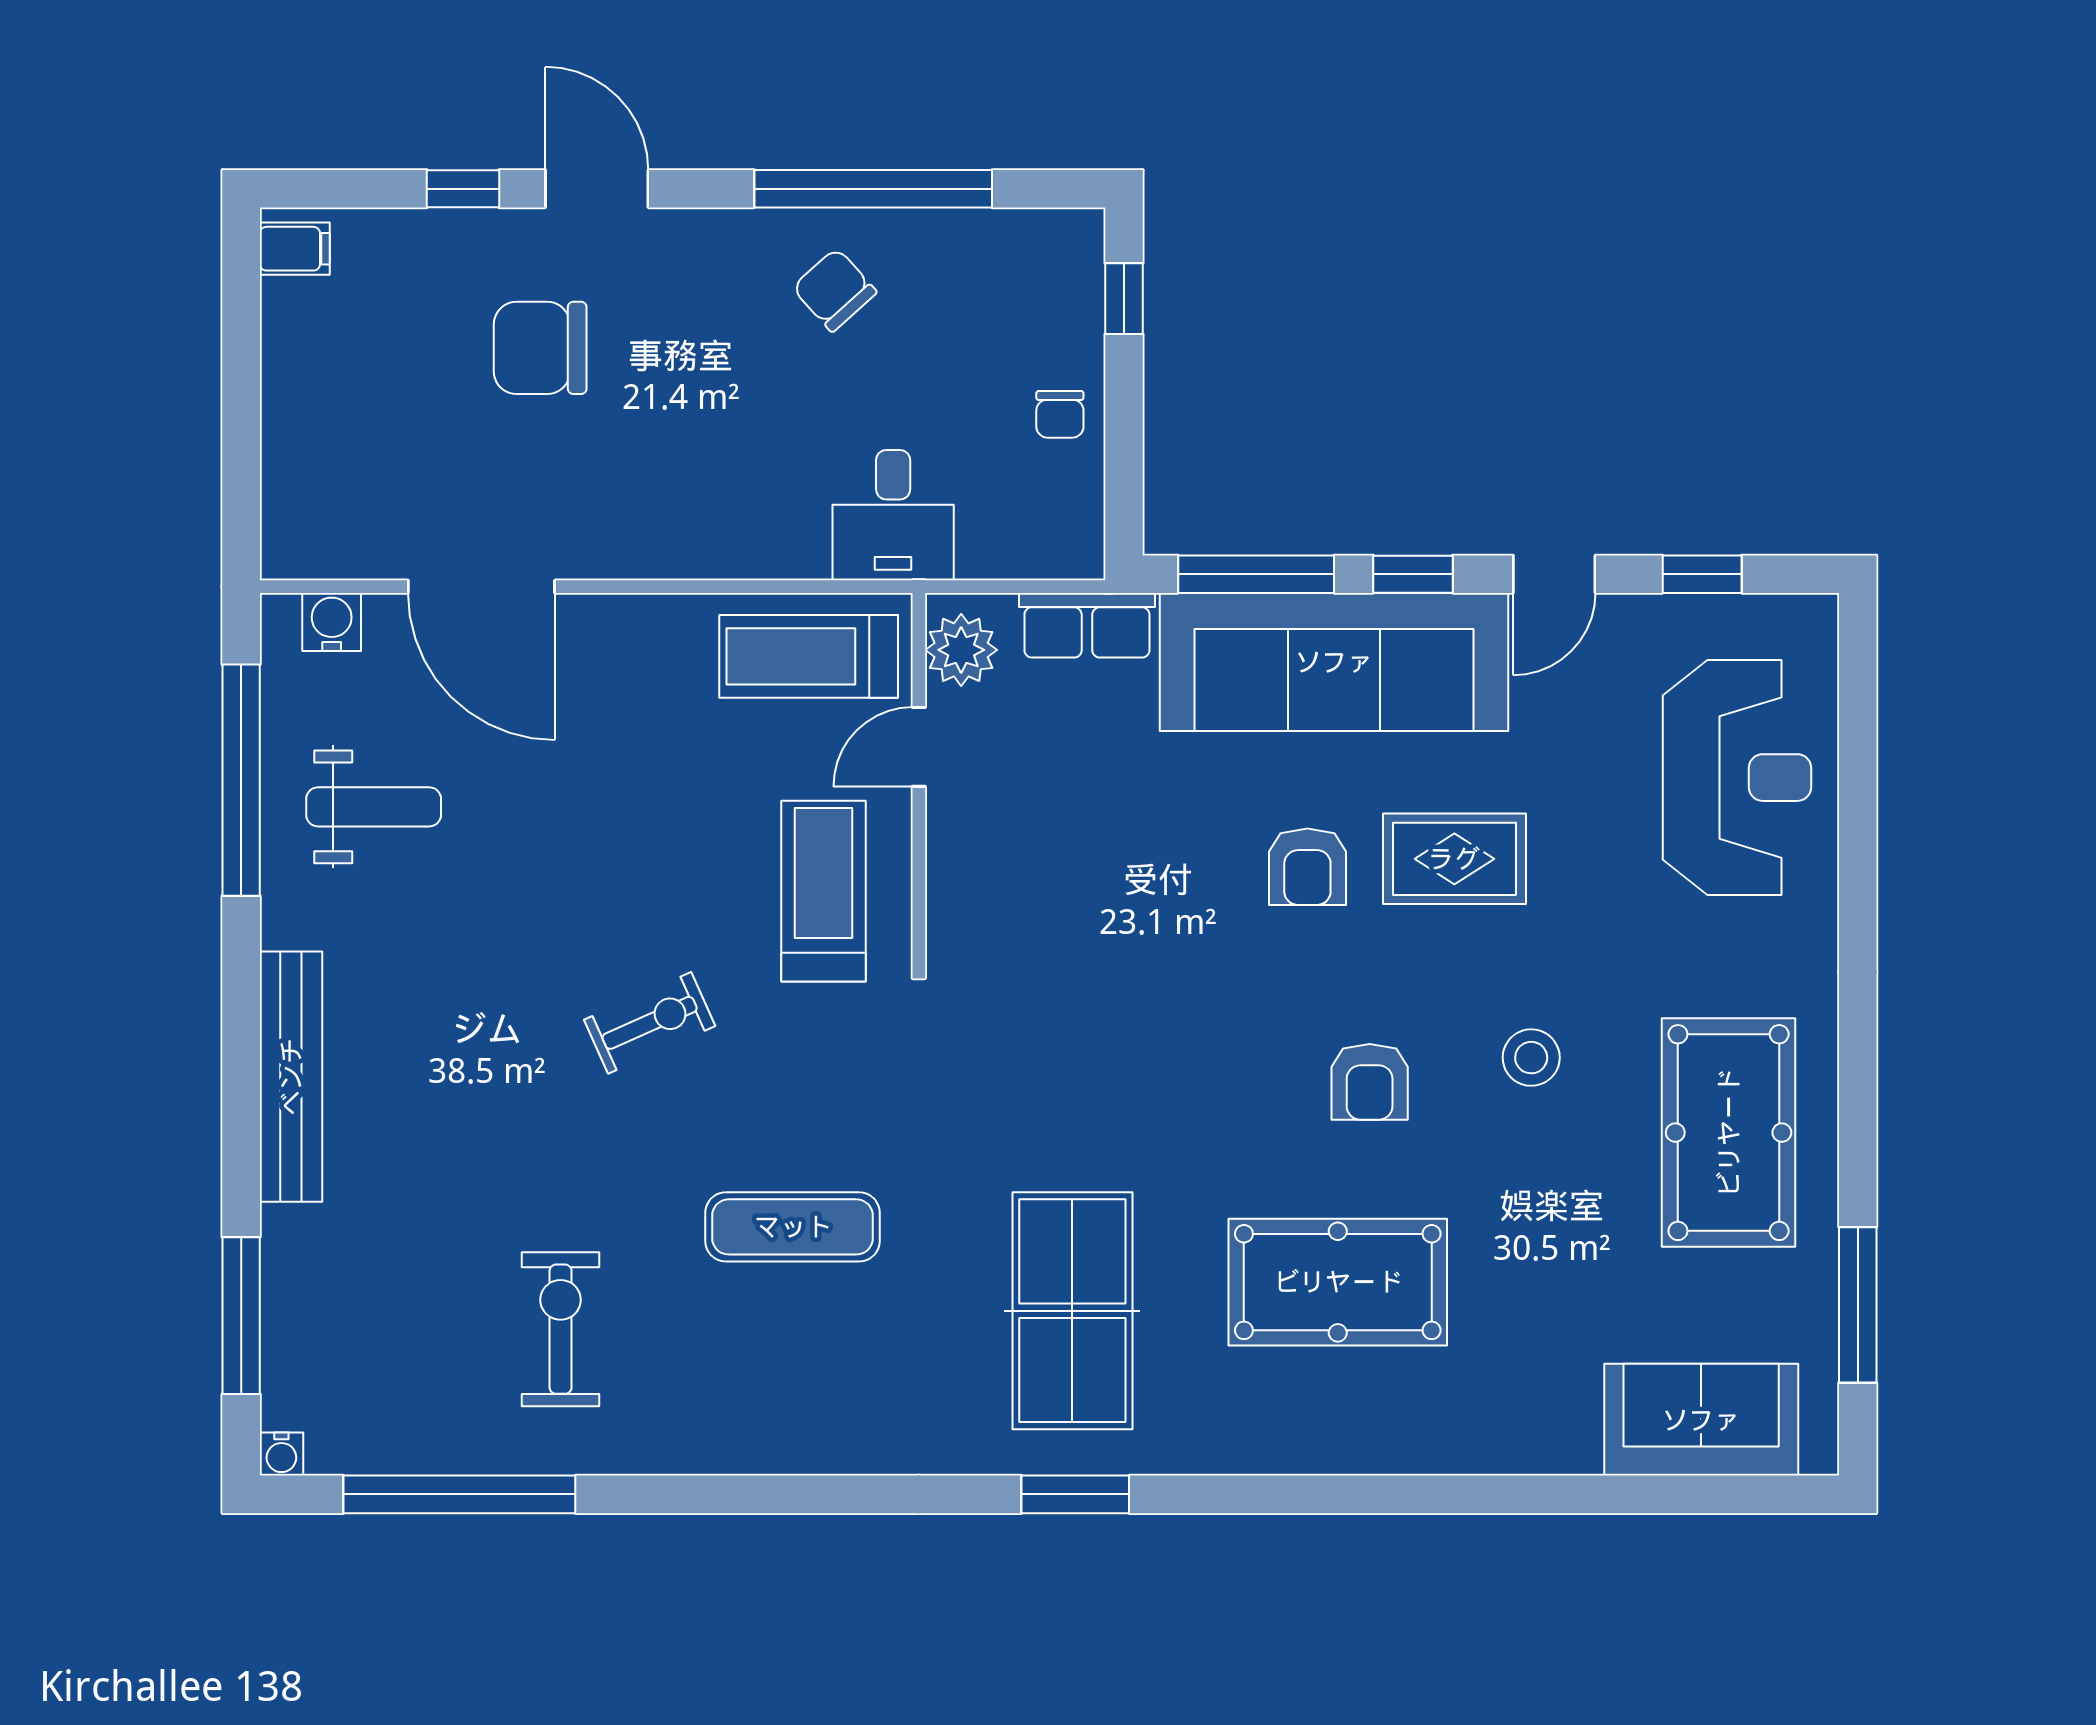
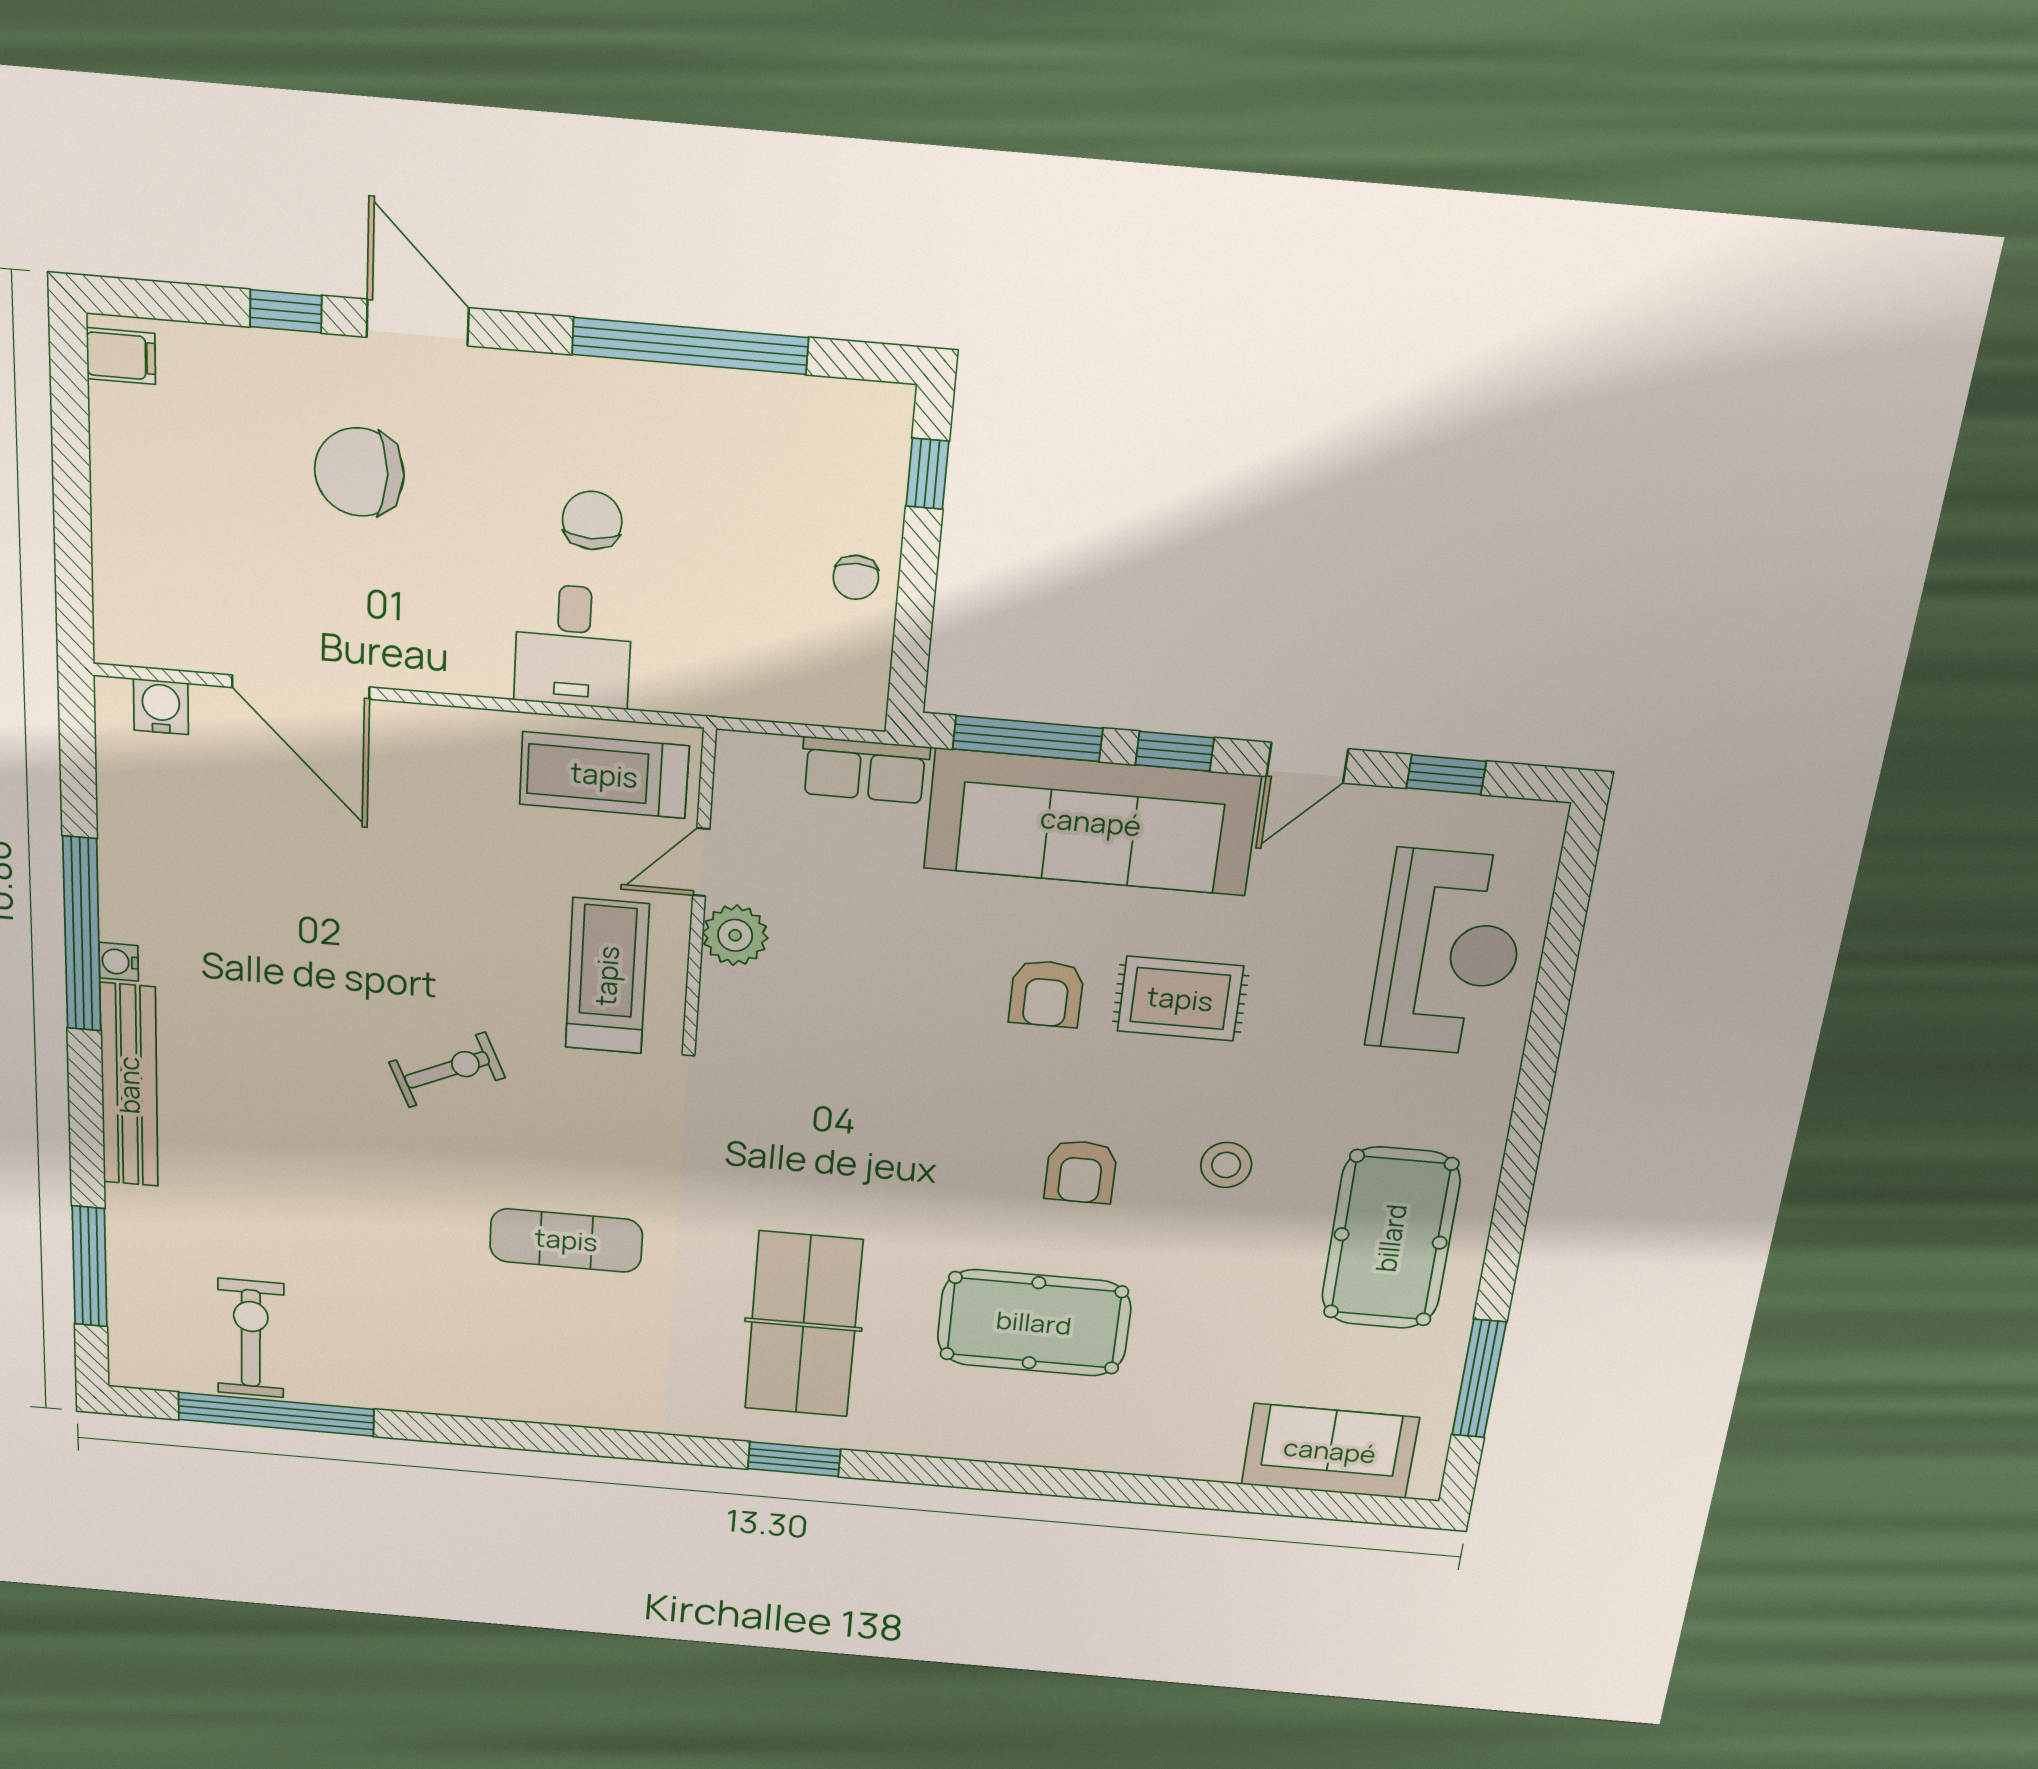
chair: (834, 290) -> (592, 520), moved, turned 42
desk: (893, 515) -> (573, 646), moved
plant: (961, 650) -> (735, 935), moved
window: (241, 780) -> (82, 934), moved
weight bench: (374, 807) -> (201, 870), removed
exercise bike: (561, 1329) -> (251, 1338), moved
water cooler: (281, 1454) -> (119, 962), moved, turned 90

